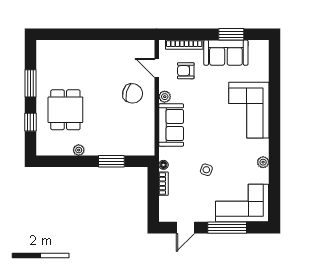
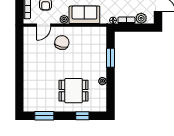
window: (30, 83) -> (44, 116), moved
plant: (166, 204) -> (141, 18), added

